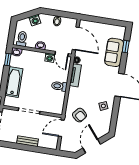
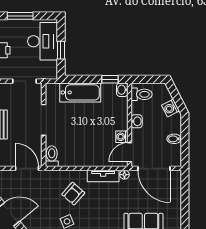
door: (76, 38) -> (154, 168), hinge flipped
toilet: (59, 86) -> (52, 156), moved
armchair: (80, 115) -> (73, 194), moved

